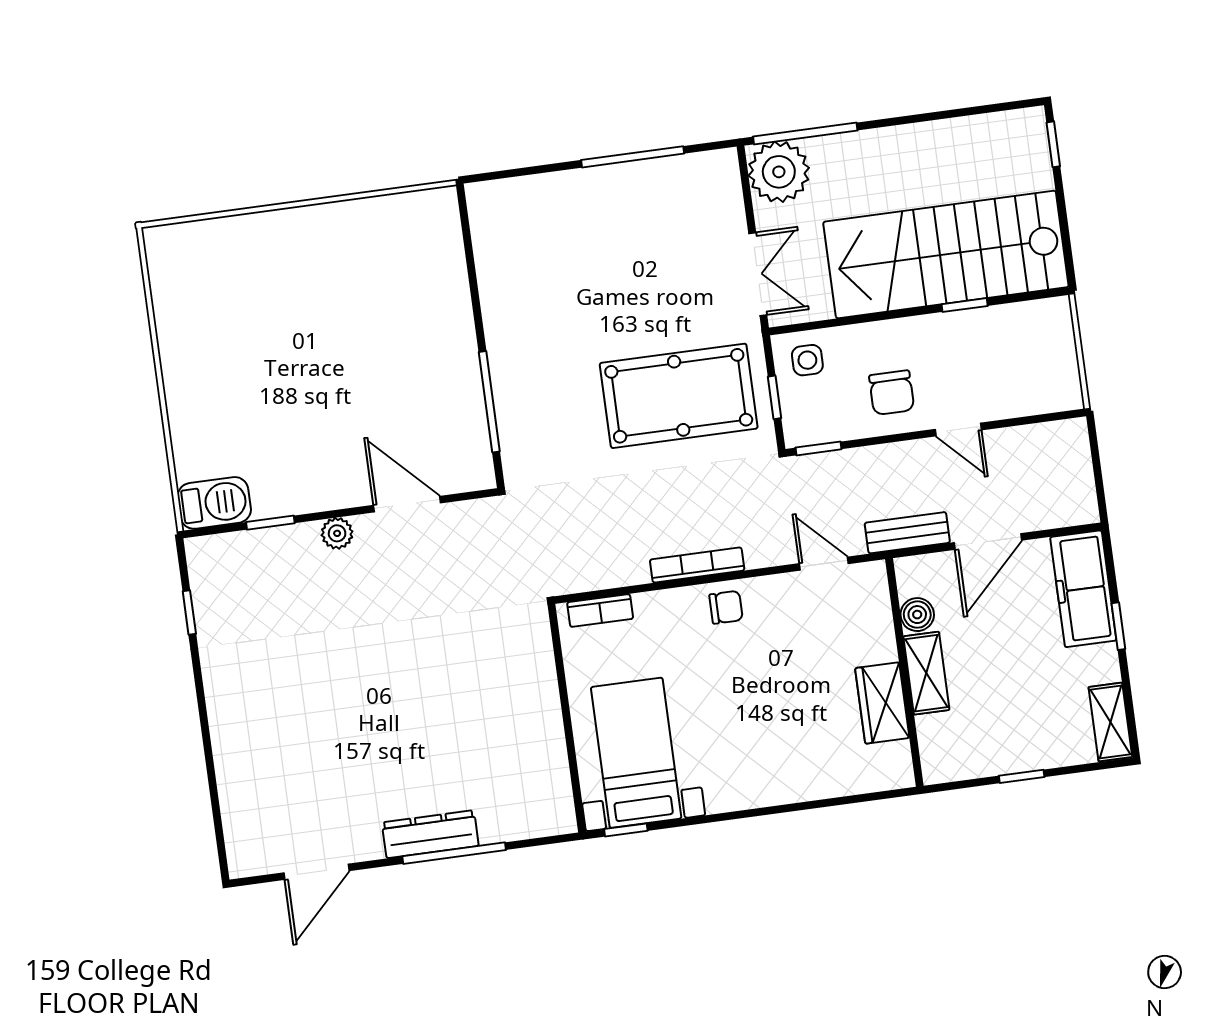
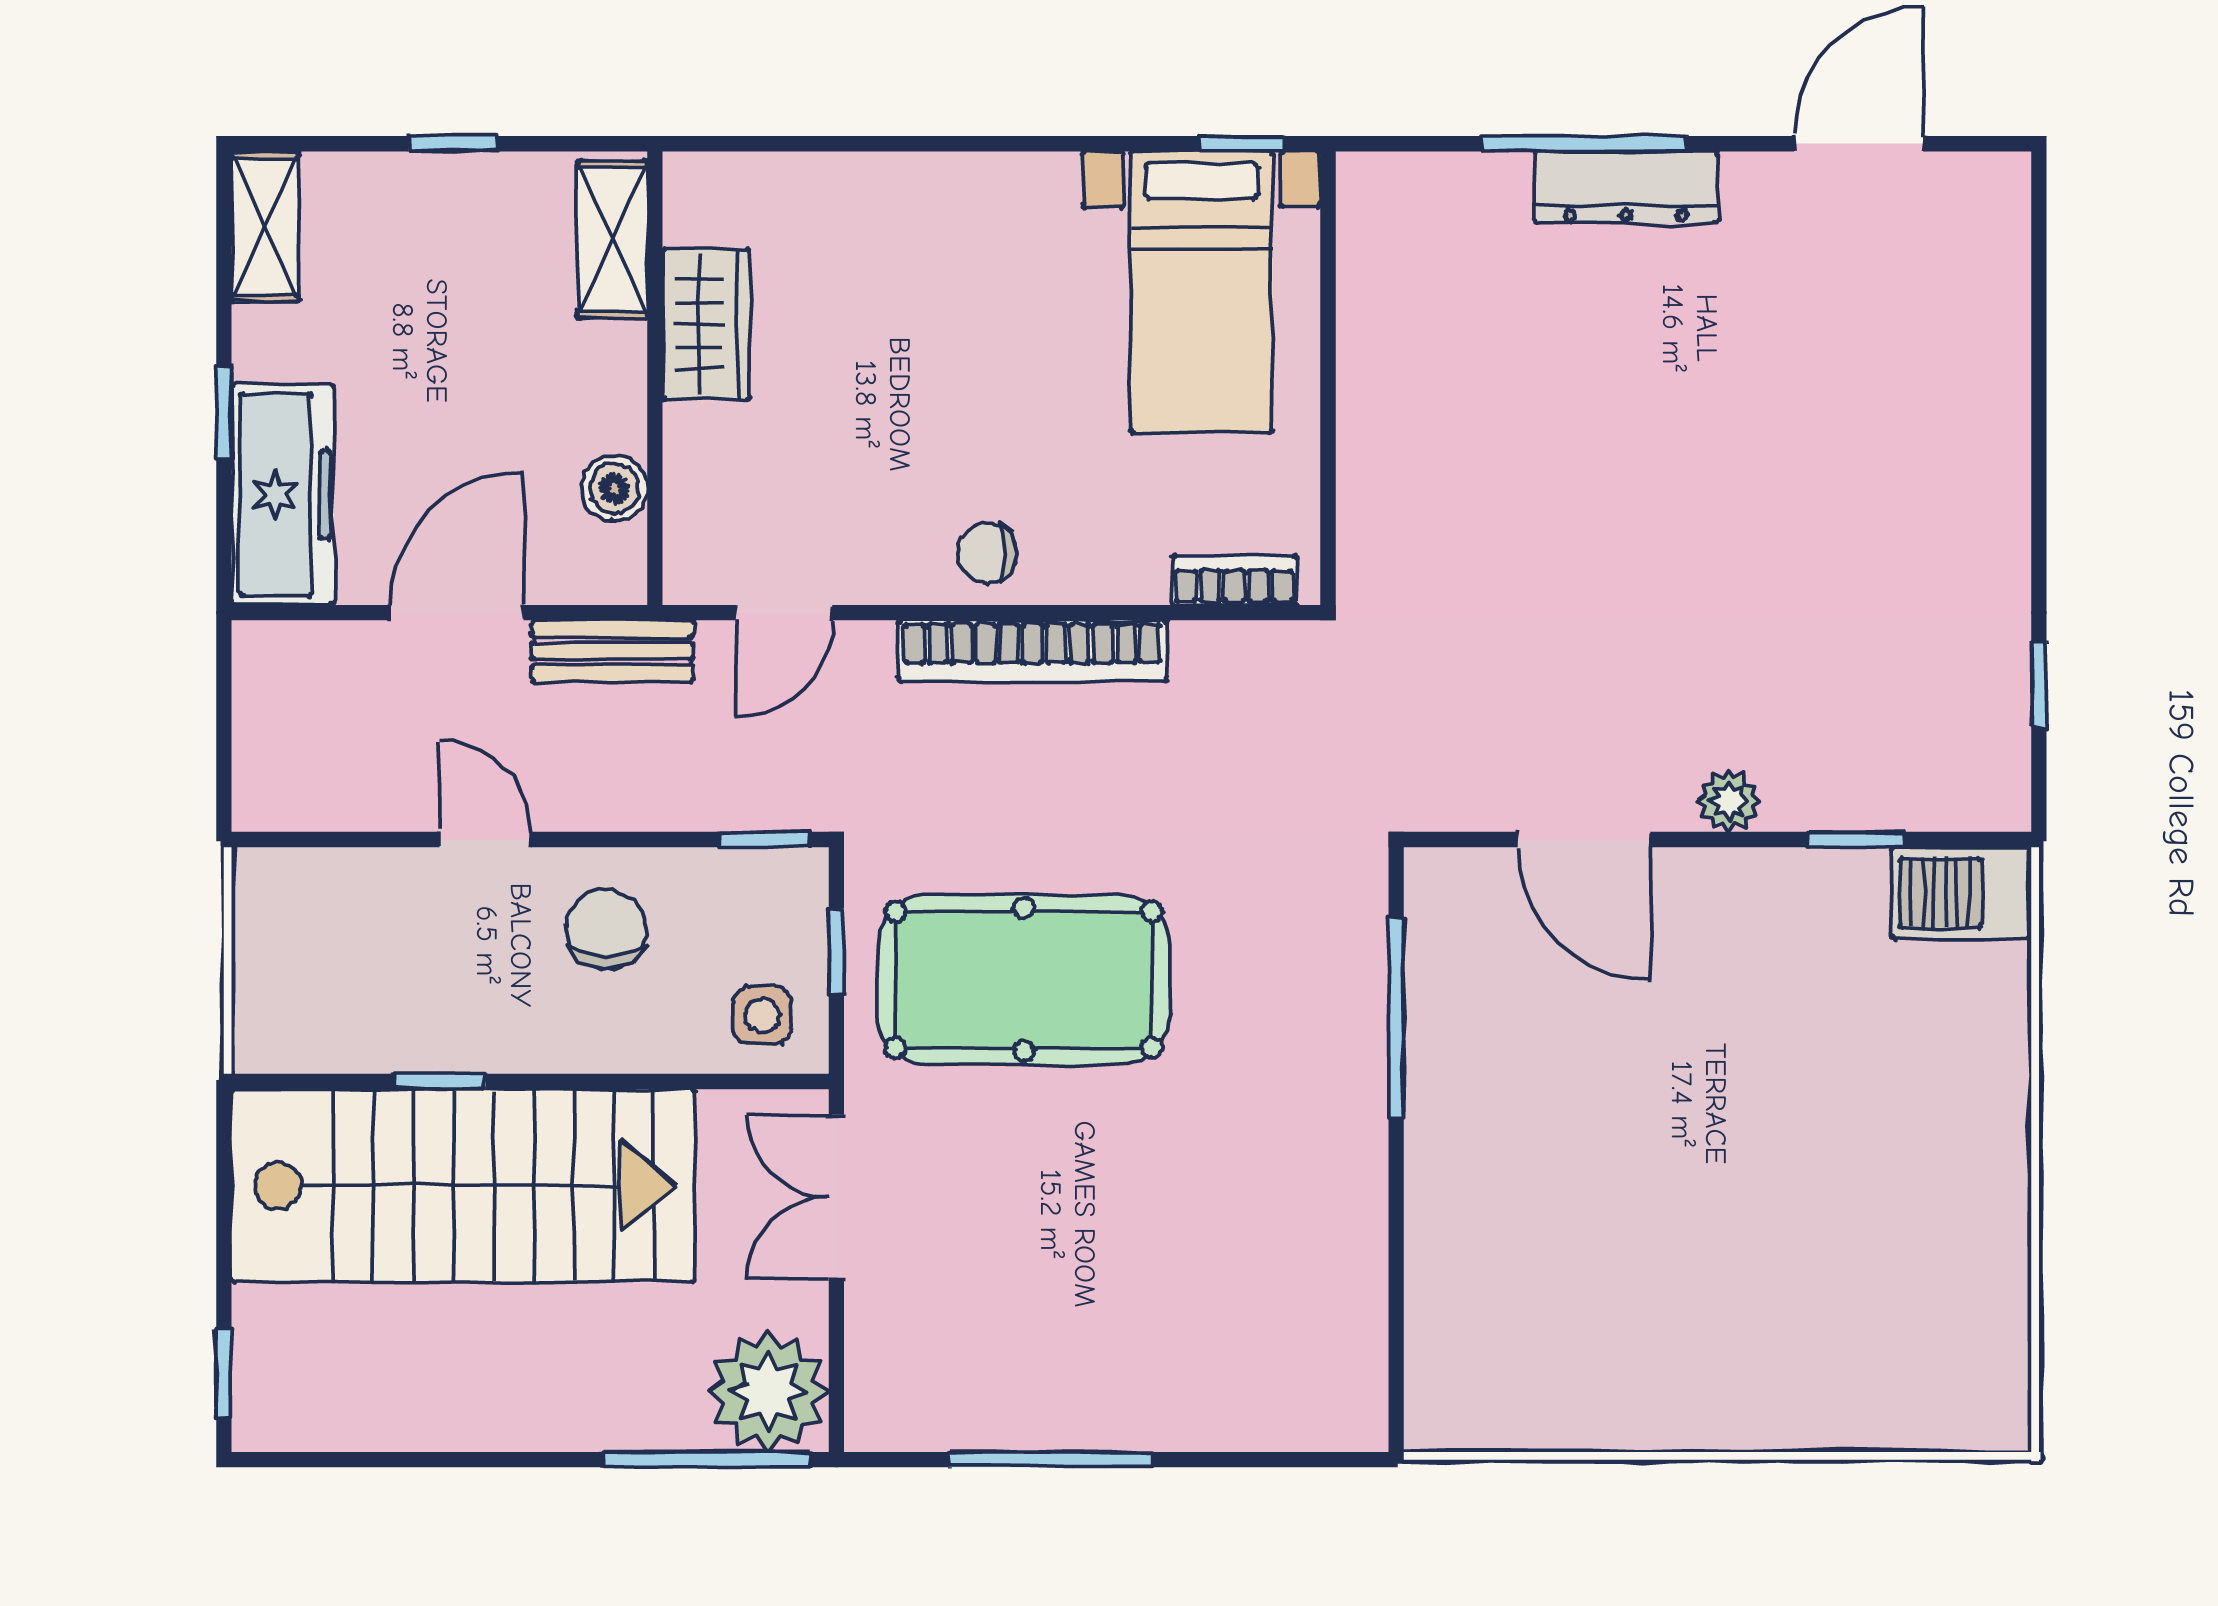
door: (824, 564) -> (784, 613), hinge flipped
bookcase: (697, 565) -> (1032, 651), width x1.48, depth x1.31
shelving: (926, 673) -> (612, 239), moved

